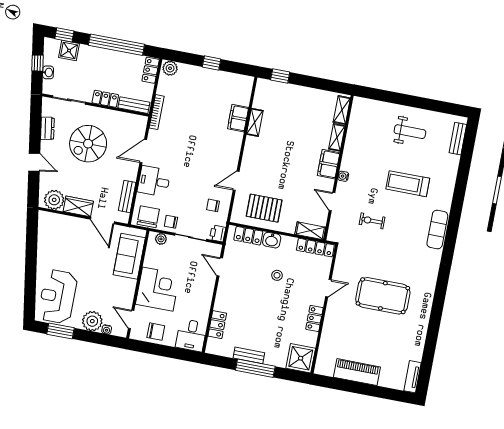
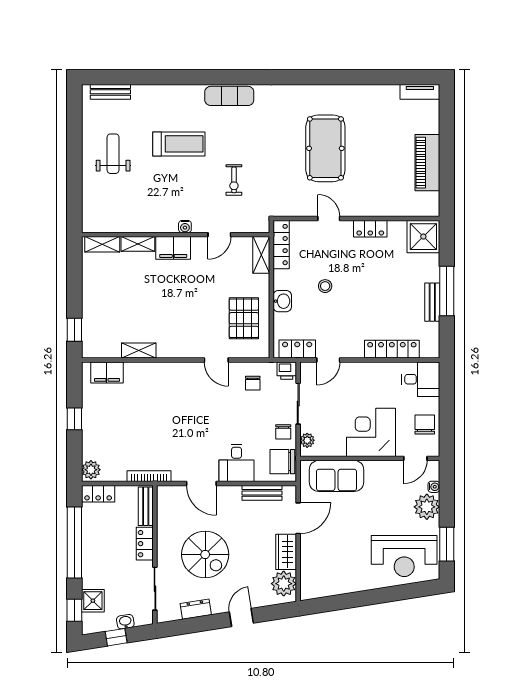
filing cabinet: (238, 118) -> (107, 372), moved
treadmill: (408, 184) -> (179, 144), turned -90
locker: (248, 236) -> (297, 349), moved, turned -90
locker: (217, 325) -> (392, 349), width x1.53

